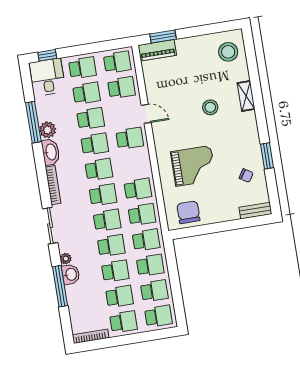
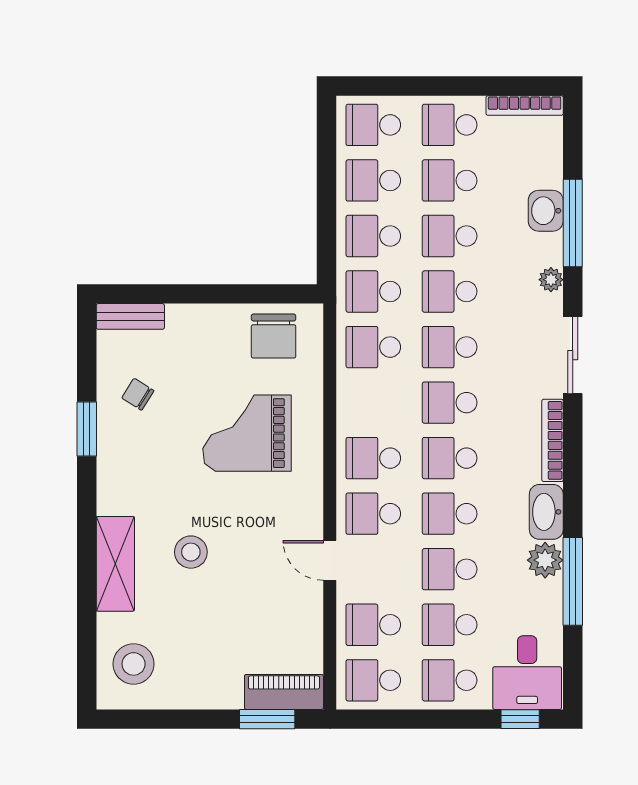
shelving: (246, 96) -> (115, 564), width x1.50, depth x1.33
school desk: (138, 189) -> (373, 458), moved
washbasin: (71, 274) -> (546, 211), moved

